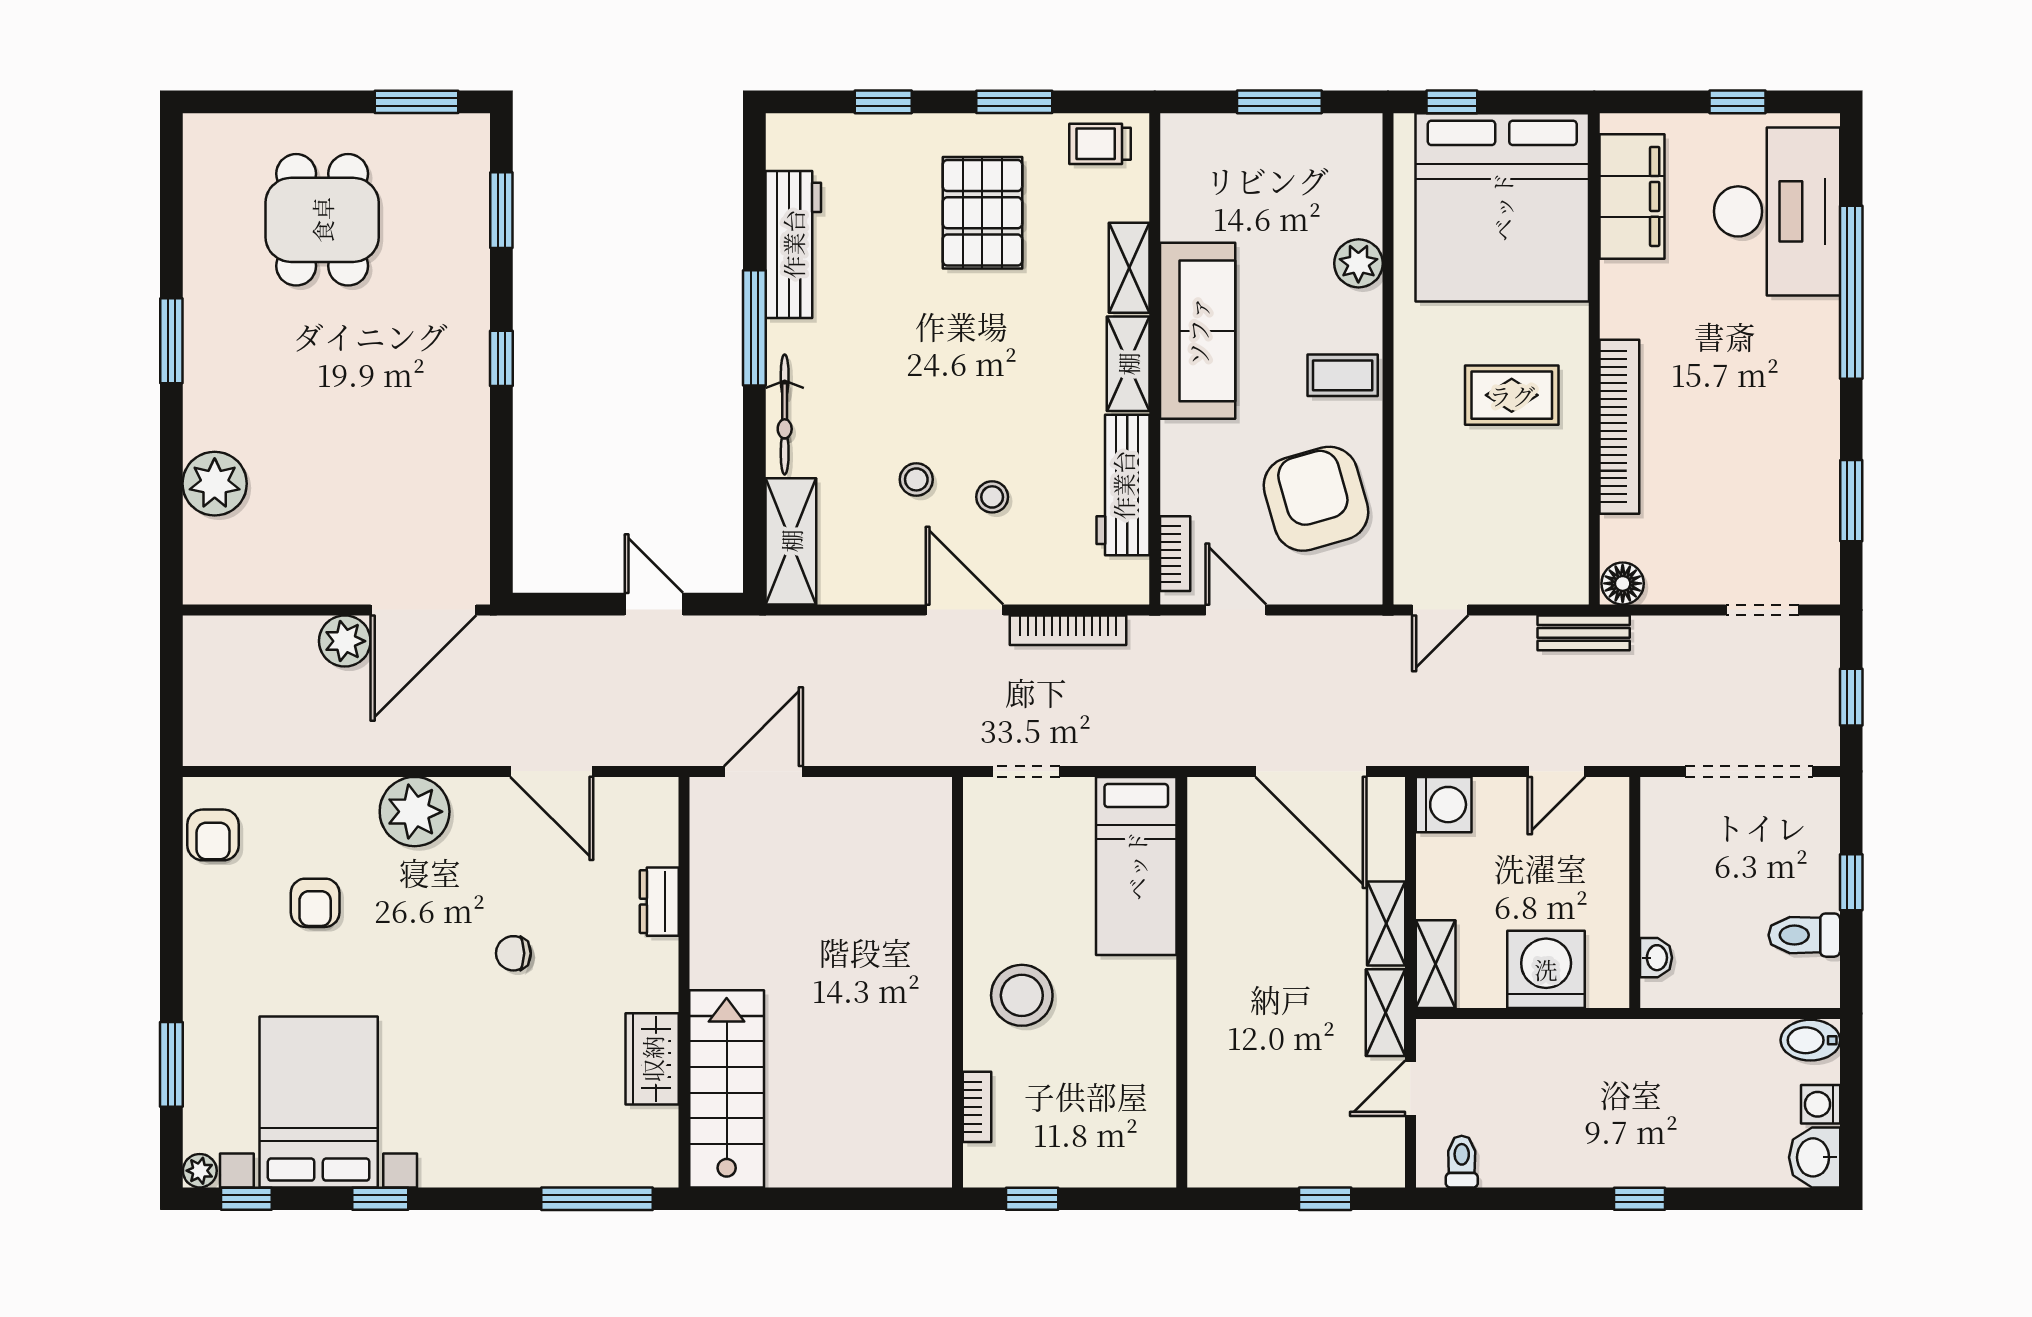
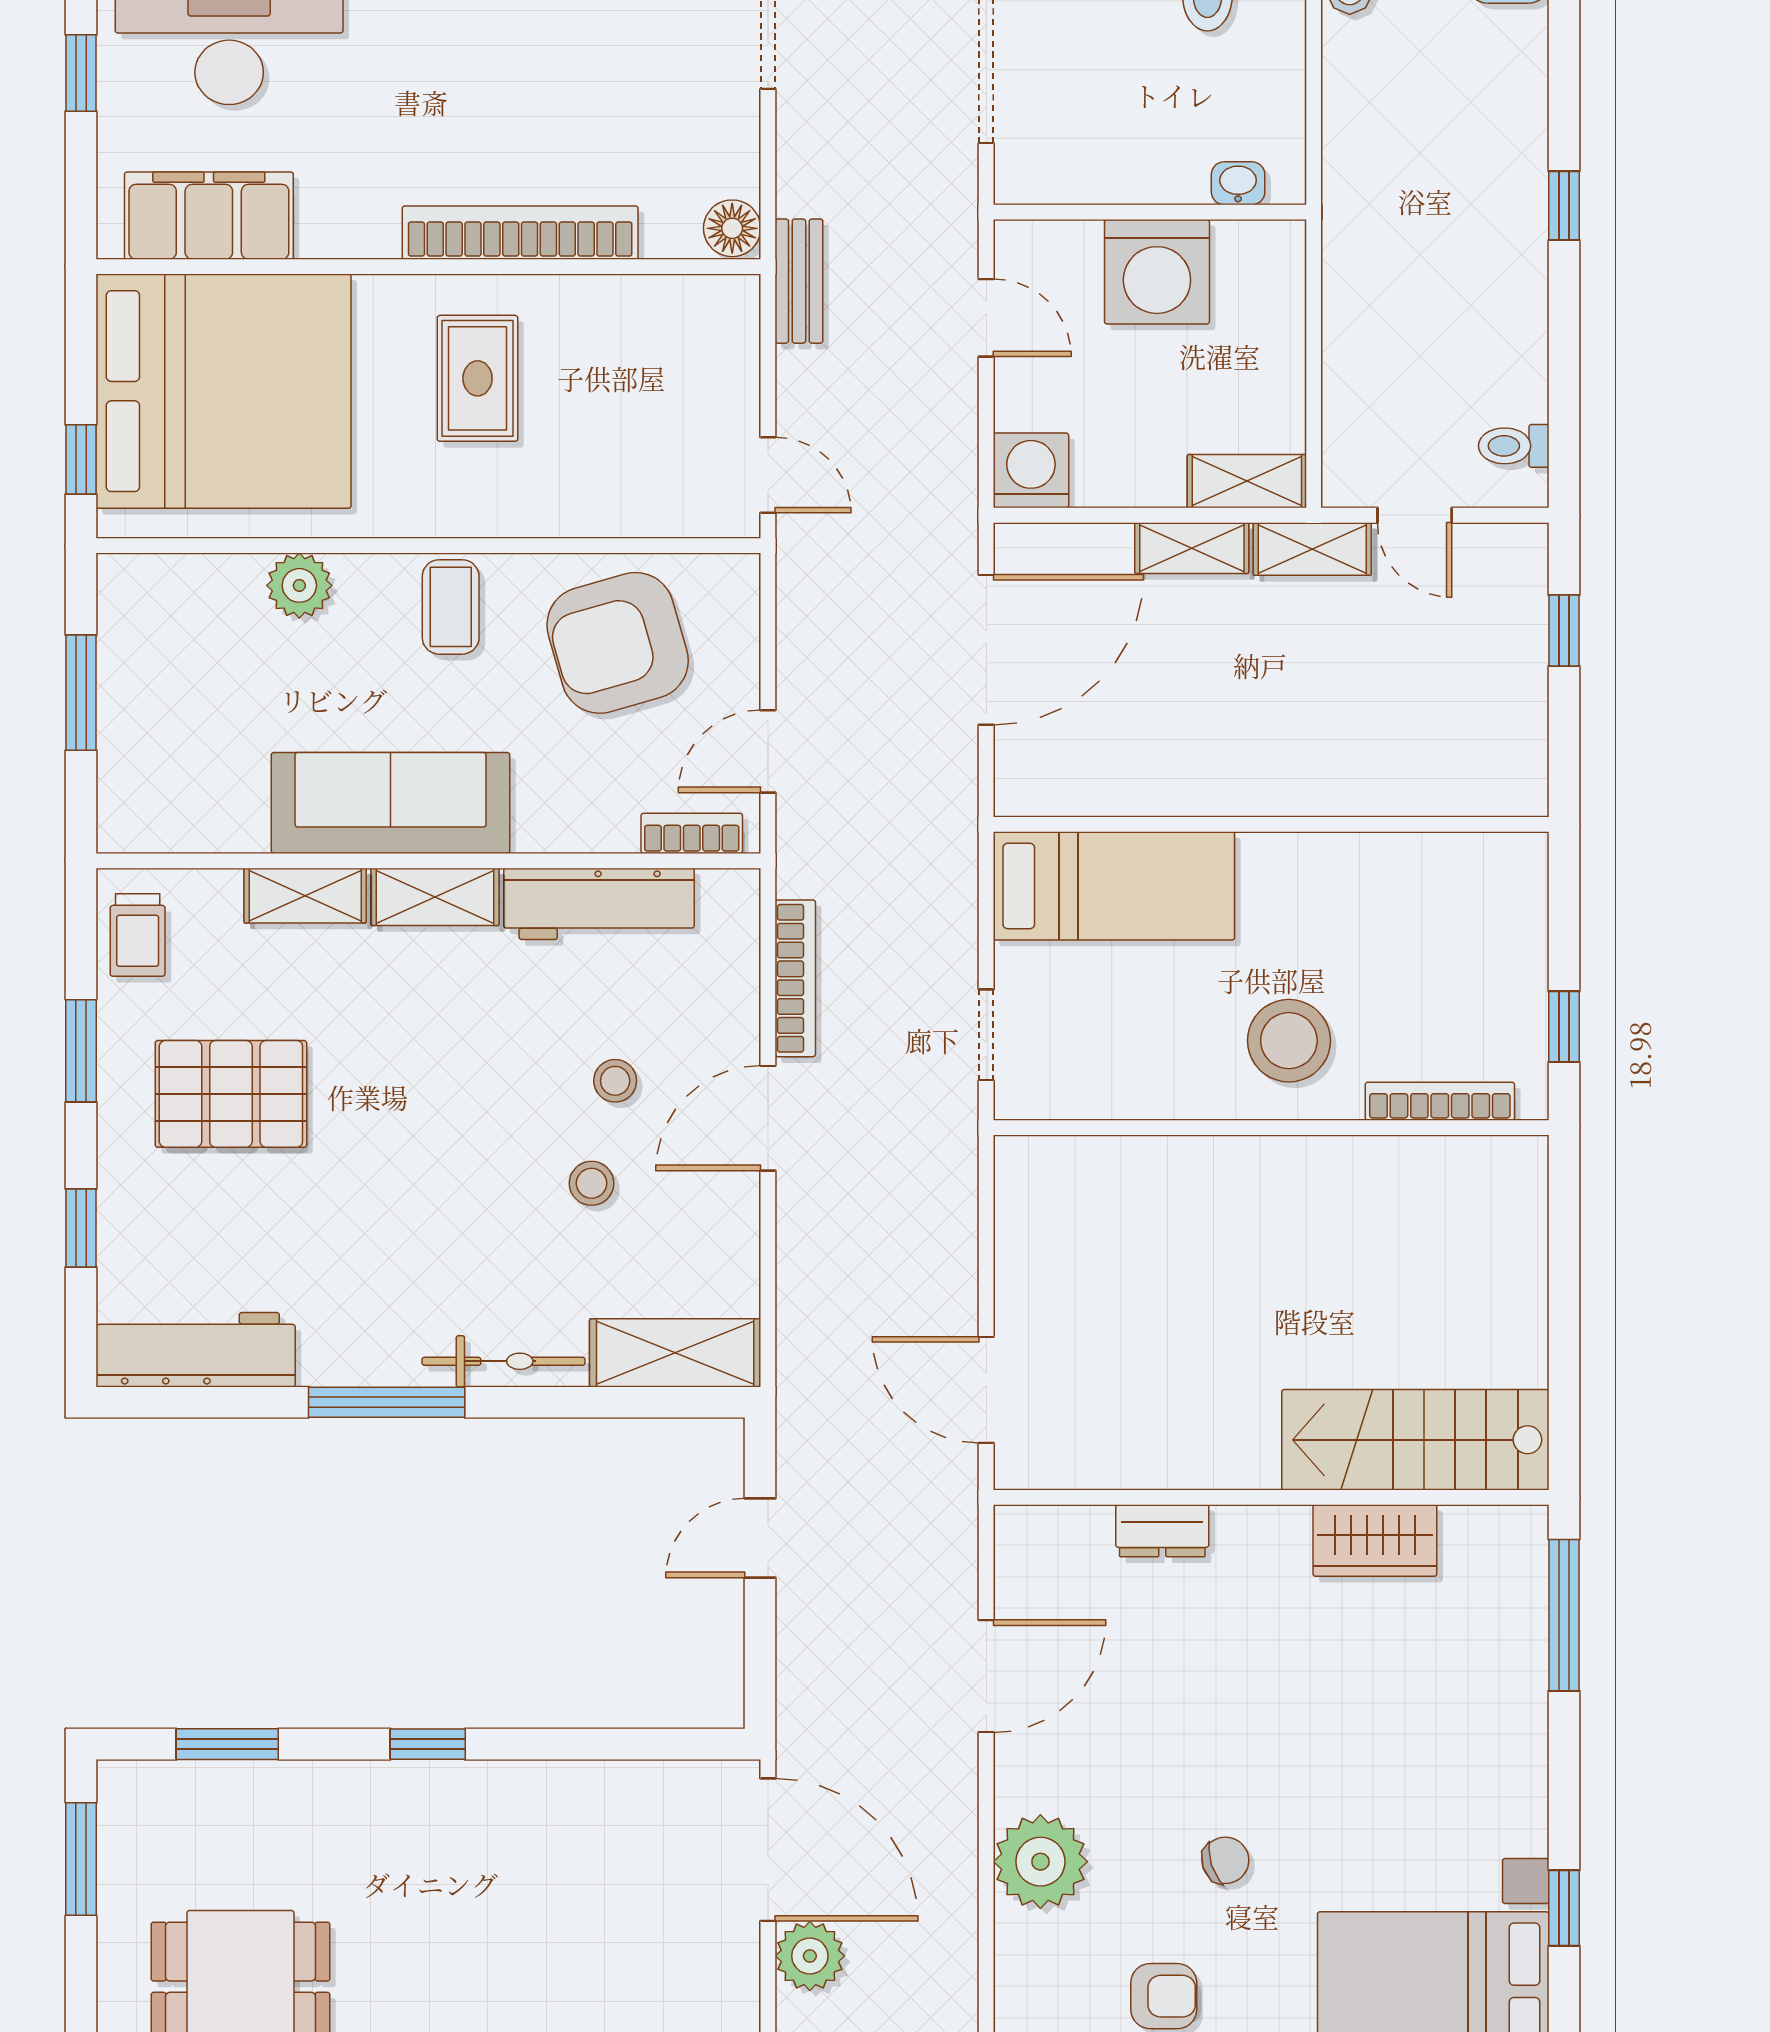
workbench: (793, 244) -> (196, 1350), moved
chair: (513, 953) -> (1225, 1860), moved, turned -108
washing machine: (1546, 969) -> (1157, 272), moved, turned -90
bookcase: (977, 1107) -> (1440, 1101), width x1.56

